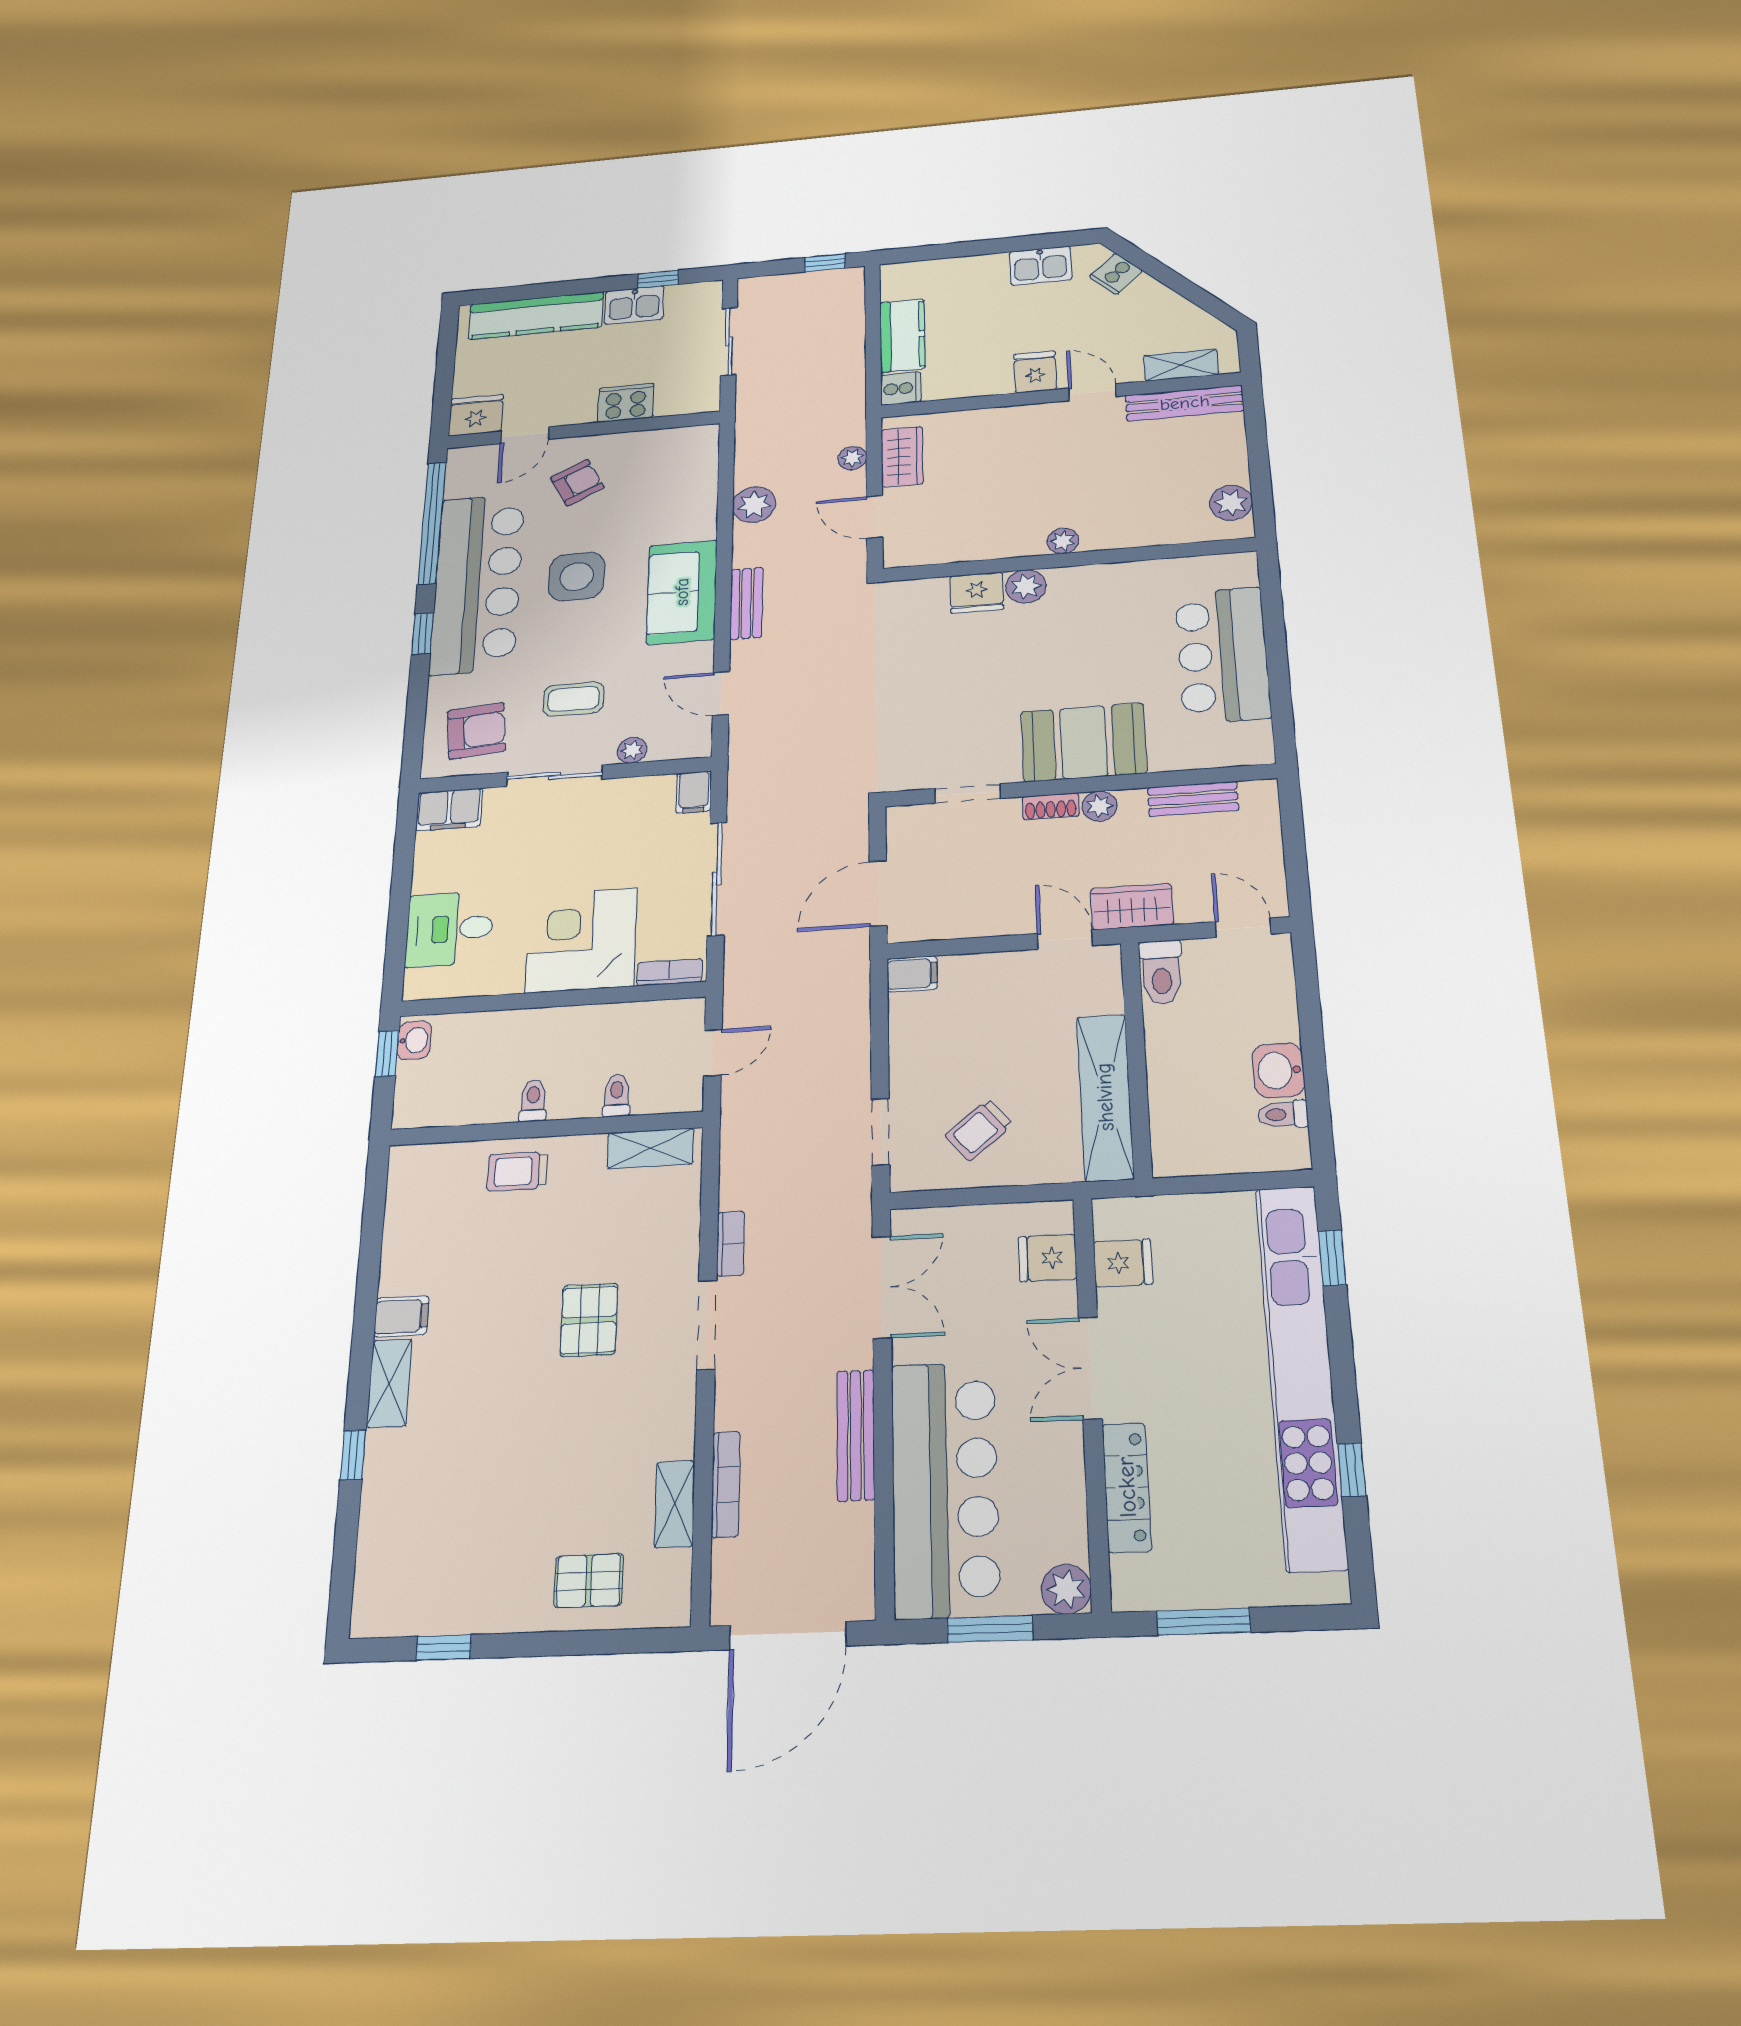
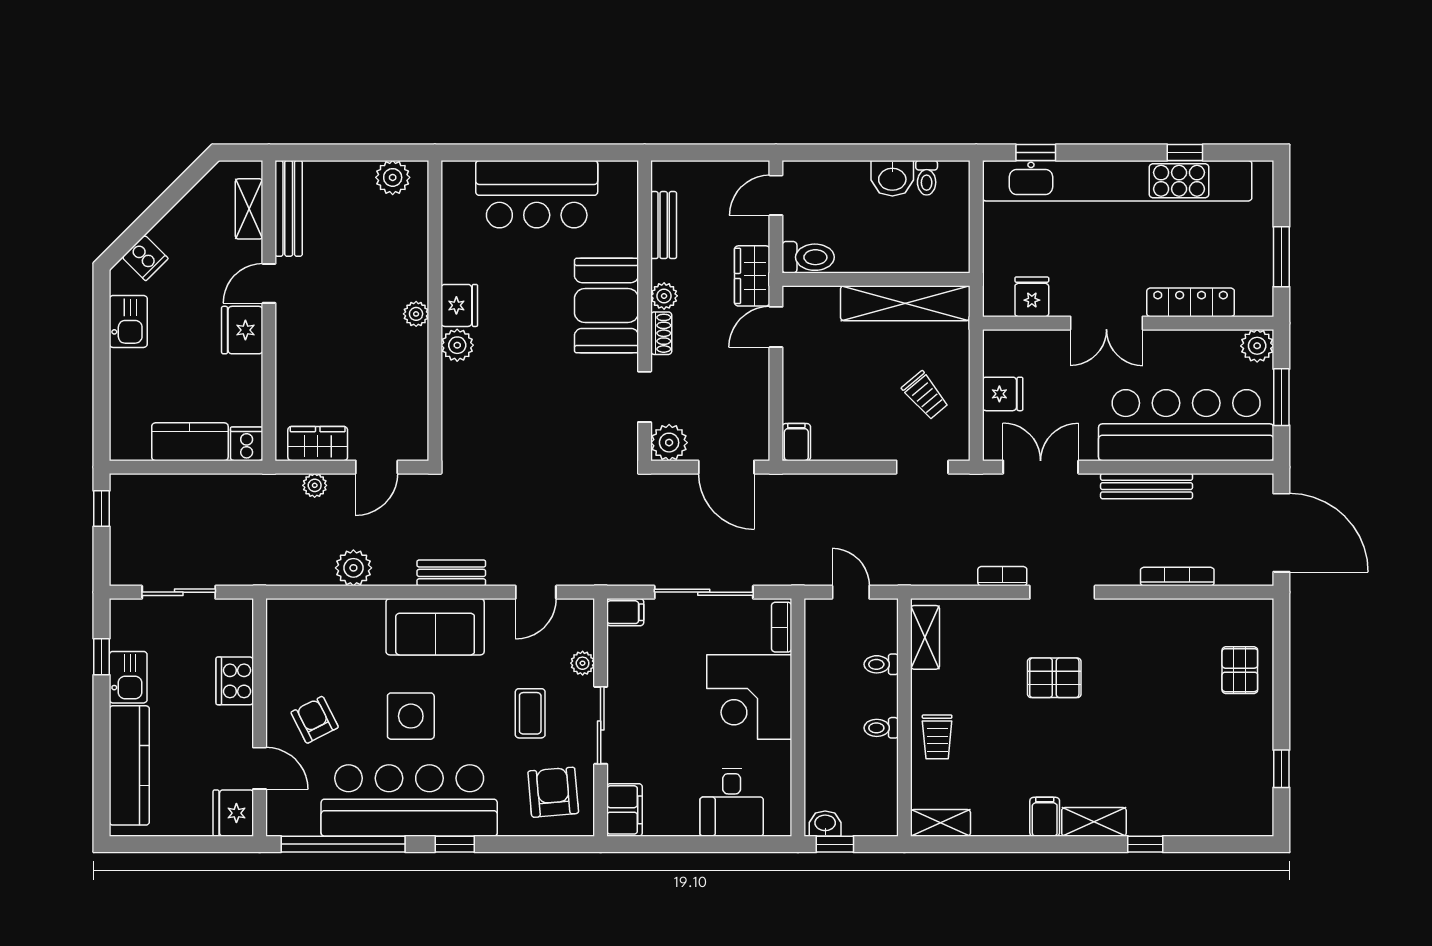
fridge: (1035, 372) -> (242, 330), width x1.38
fridge: (977, 593) -> (459, 305), moved
plant: (909, 825) -> (669, 443), added
fridge: (1047, 1258) -> (1003, 394), moved, turned -90
shelving: (675, 1504) -> (940, 823), moved

